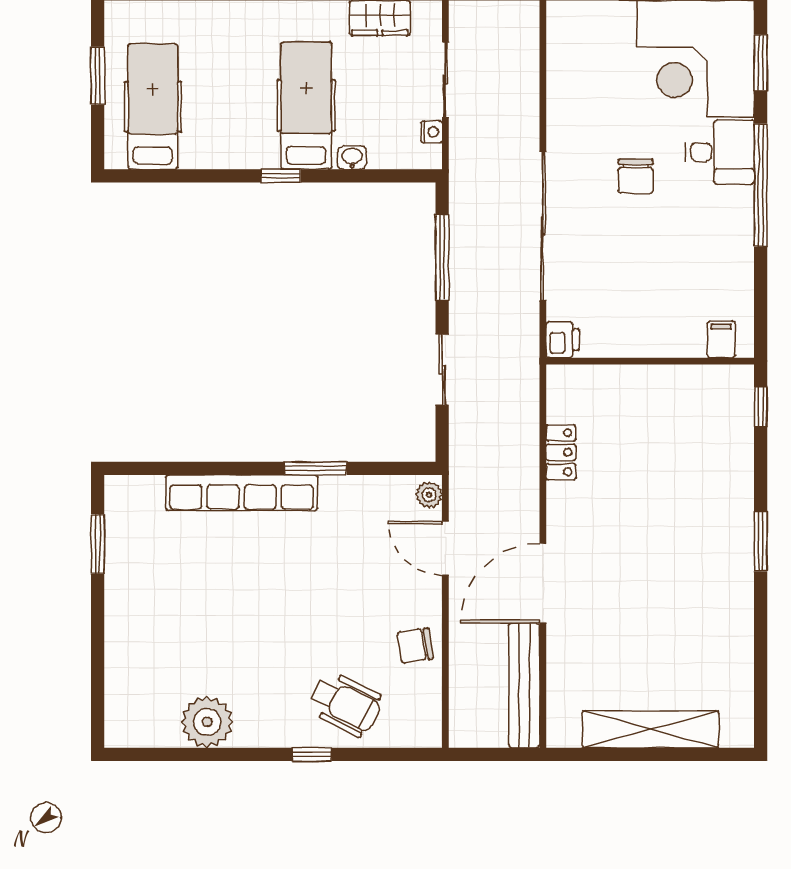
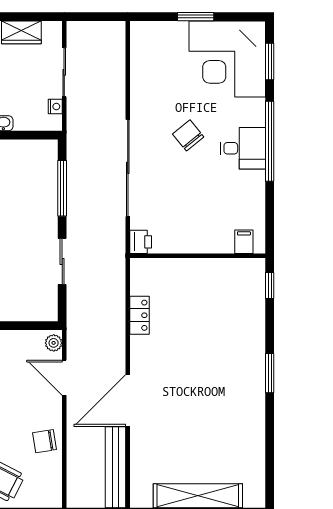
desk: (720, 152) -> (243, 148), moved
chair: (636, 176) -> (188, 135), turned 141

